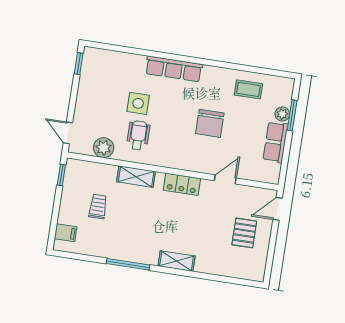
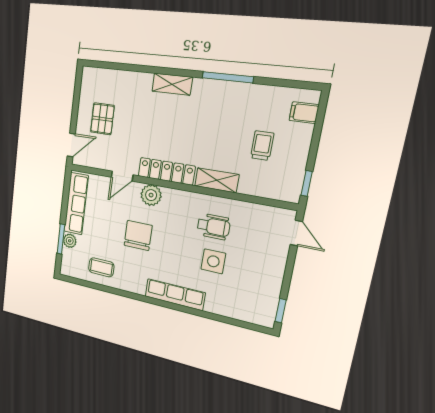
wheelchair: (138, 135) -> (214, 227), turned -90
row of seats: (276, 142) -> (76, 204), width x1.48
plant: (104, 148) -> (151, 195), moved
locker: (182, 184) -> (166, 171), width x1.53
trolley: (98, 206) -> (262, 146), turned 180

